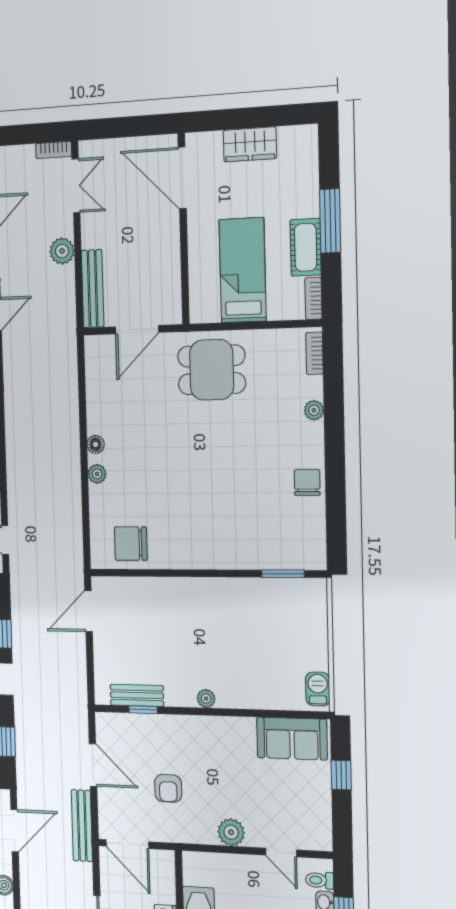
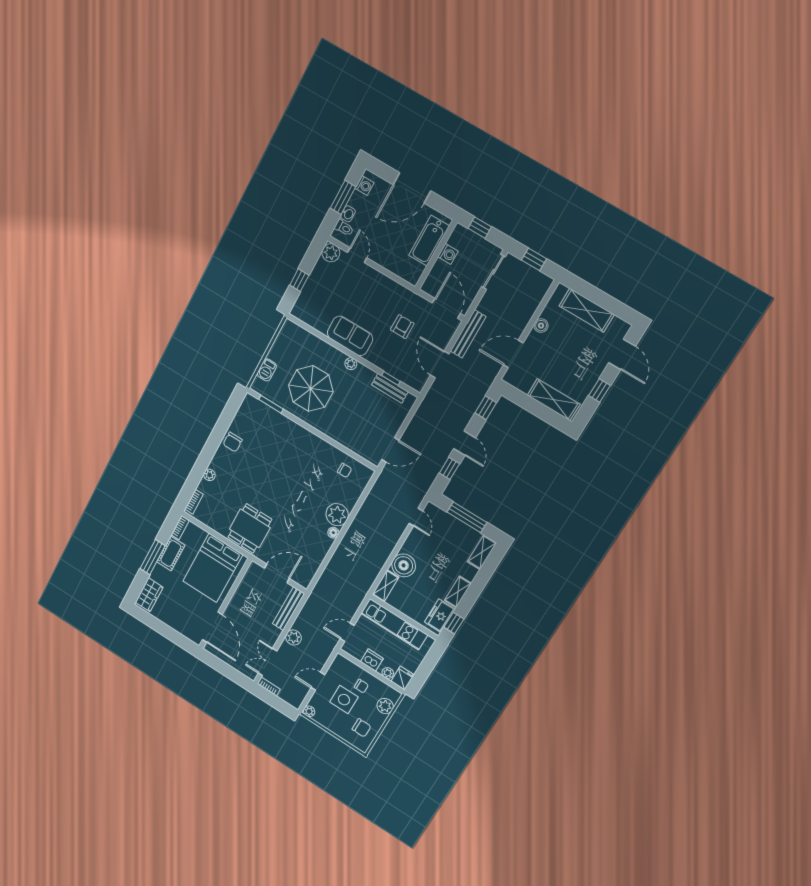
wardrobe: (250, 144) -> (149, 595), moved, turned 90
bed: (243, 270) -> (213, 568), width x1.50
dining table: (212, 370) -> (250, 528), turned 90
plant: (97, 474) -> (337, 515), width x1.88, depth x1.88
chair: (131, 544) -> (344, 470), width x0.54, depth x0.54
parasol: (240, 631) -> (311, 388), added
barbecue: (318, 689) -> (267, 370), moved
sofa: (292, 739) -> (350, 336), moved
plant: (231, 832) -> (331, 253), moved

